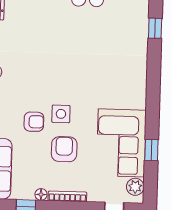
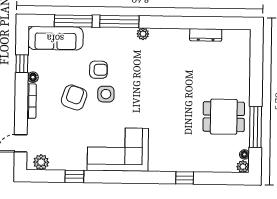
armchair: (34, 122) -> (98, 70), turned -90
corner sofa: (121, 143) -> (118, 149), moved
armchair: (64, 149) -> (74, 97), turned -71

